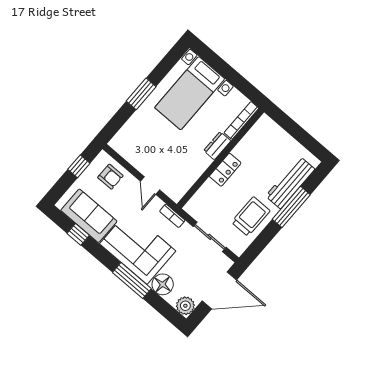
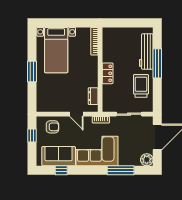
dresser: (217, 146) -> (93, 96), moved
window: (132, 281) -> (121, 170), moved
floor lamp: (163, 284) -> (126, 159), removed

